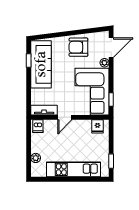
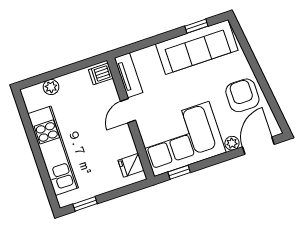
door: (111, 48) -> (258, 146), swing flipped
door: (65, 117) -> (128, 111), hinge flipped

